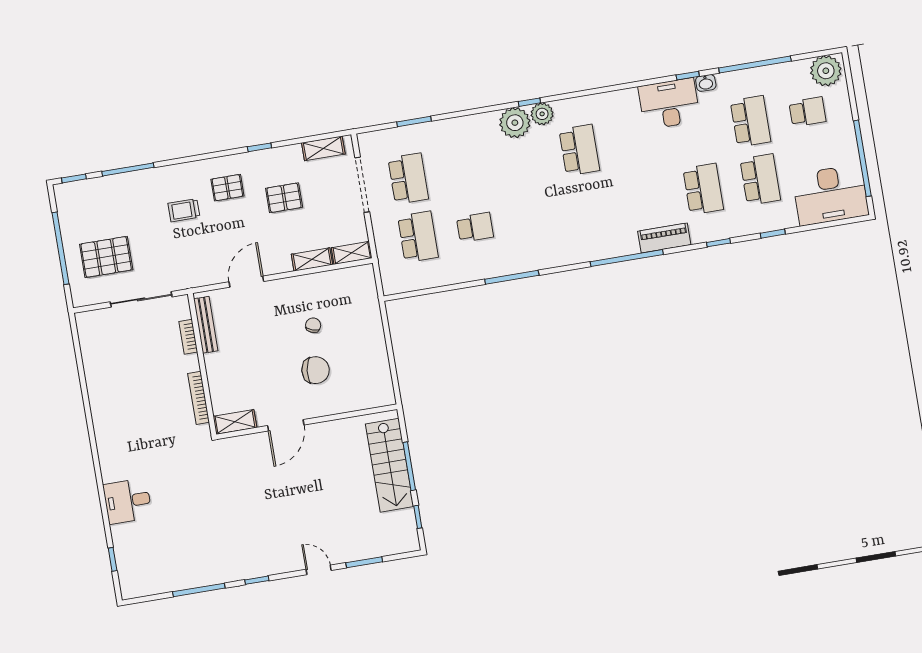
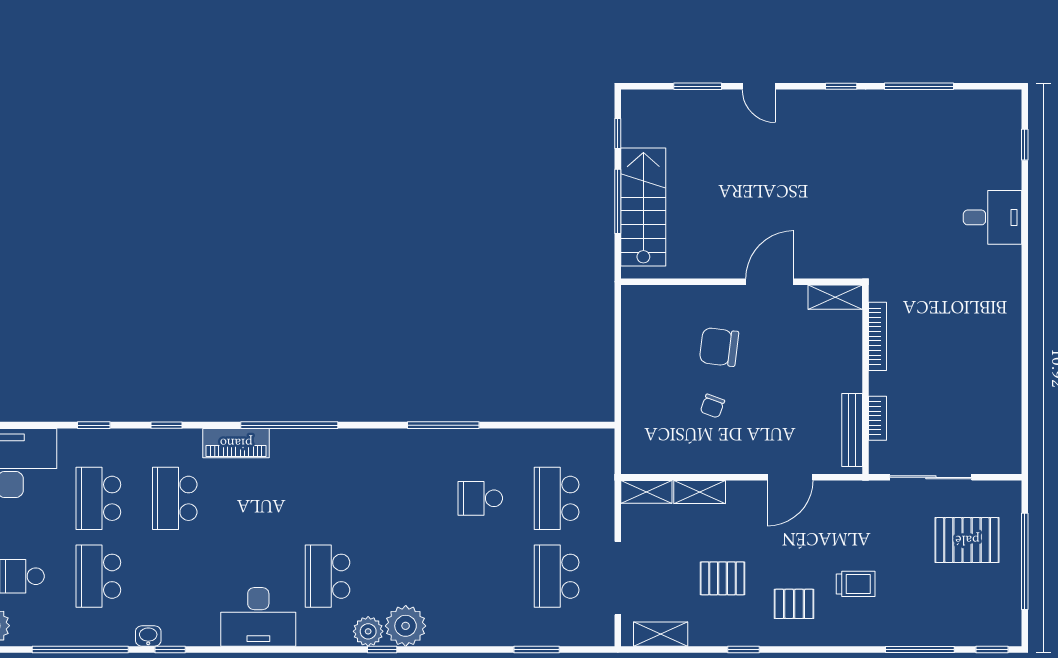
desk: (669, 104) -> (258, 617), moved

